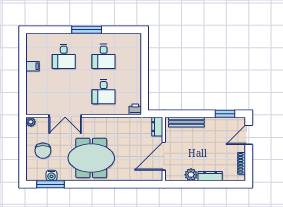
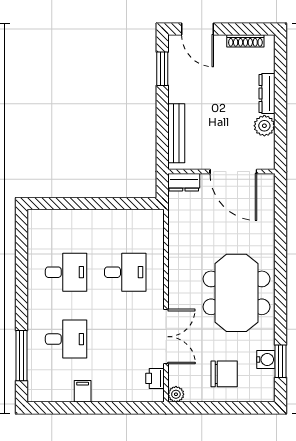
window: (87, 30) -> (22, 356), moved
printer: (135, 109) -> (155, 378), moved
window: (50, 184) -> (280, 361), width x0.69

